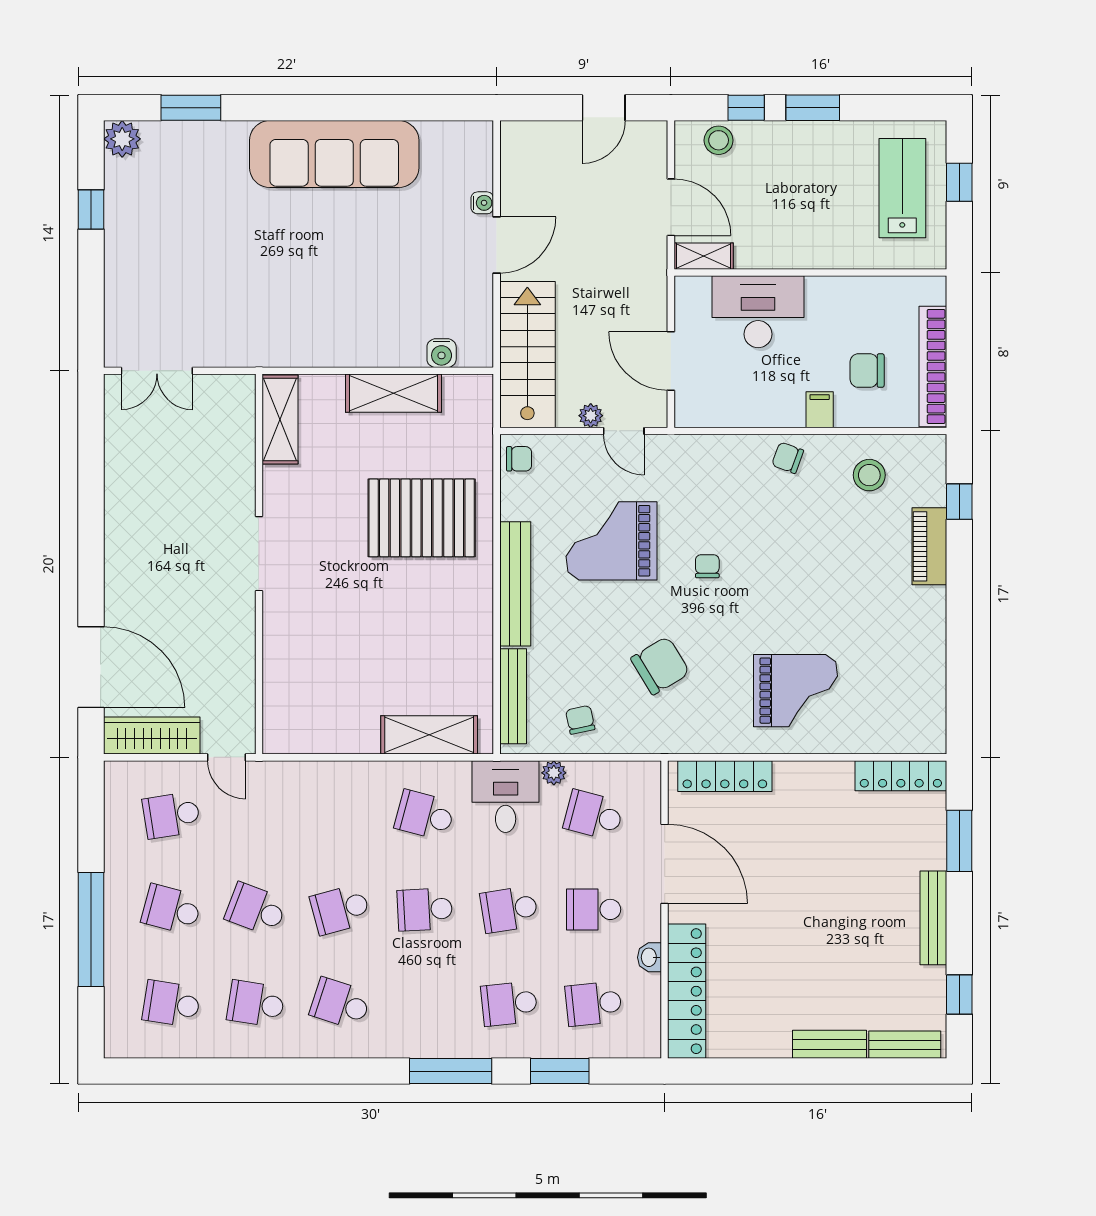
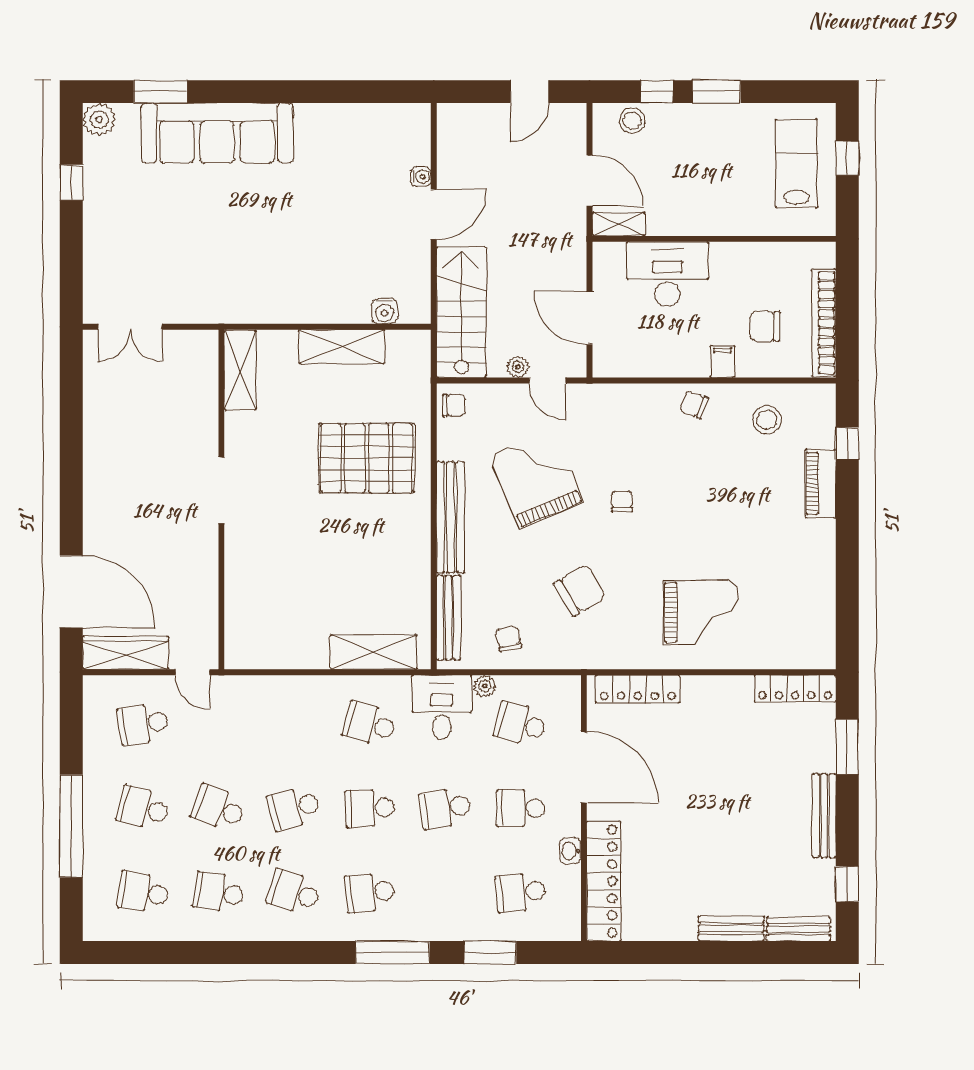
sofa: (334, 154) -> (217, 133), moved
grand piano: (612, 541) -> (537, 479), turned 67
school desk: (509, 1004) -> (370, 892), moved

